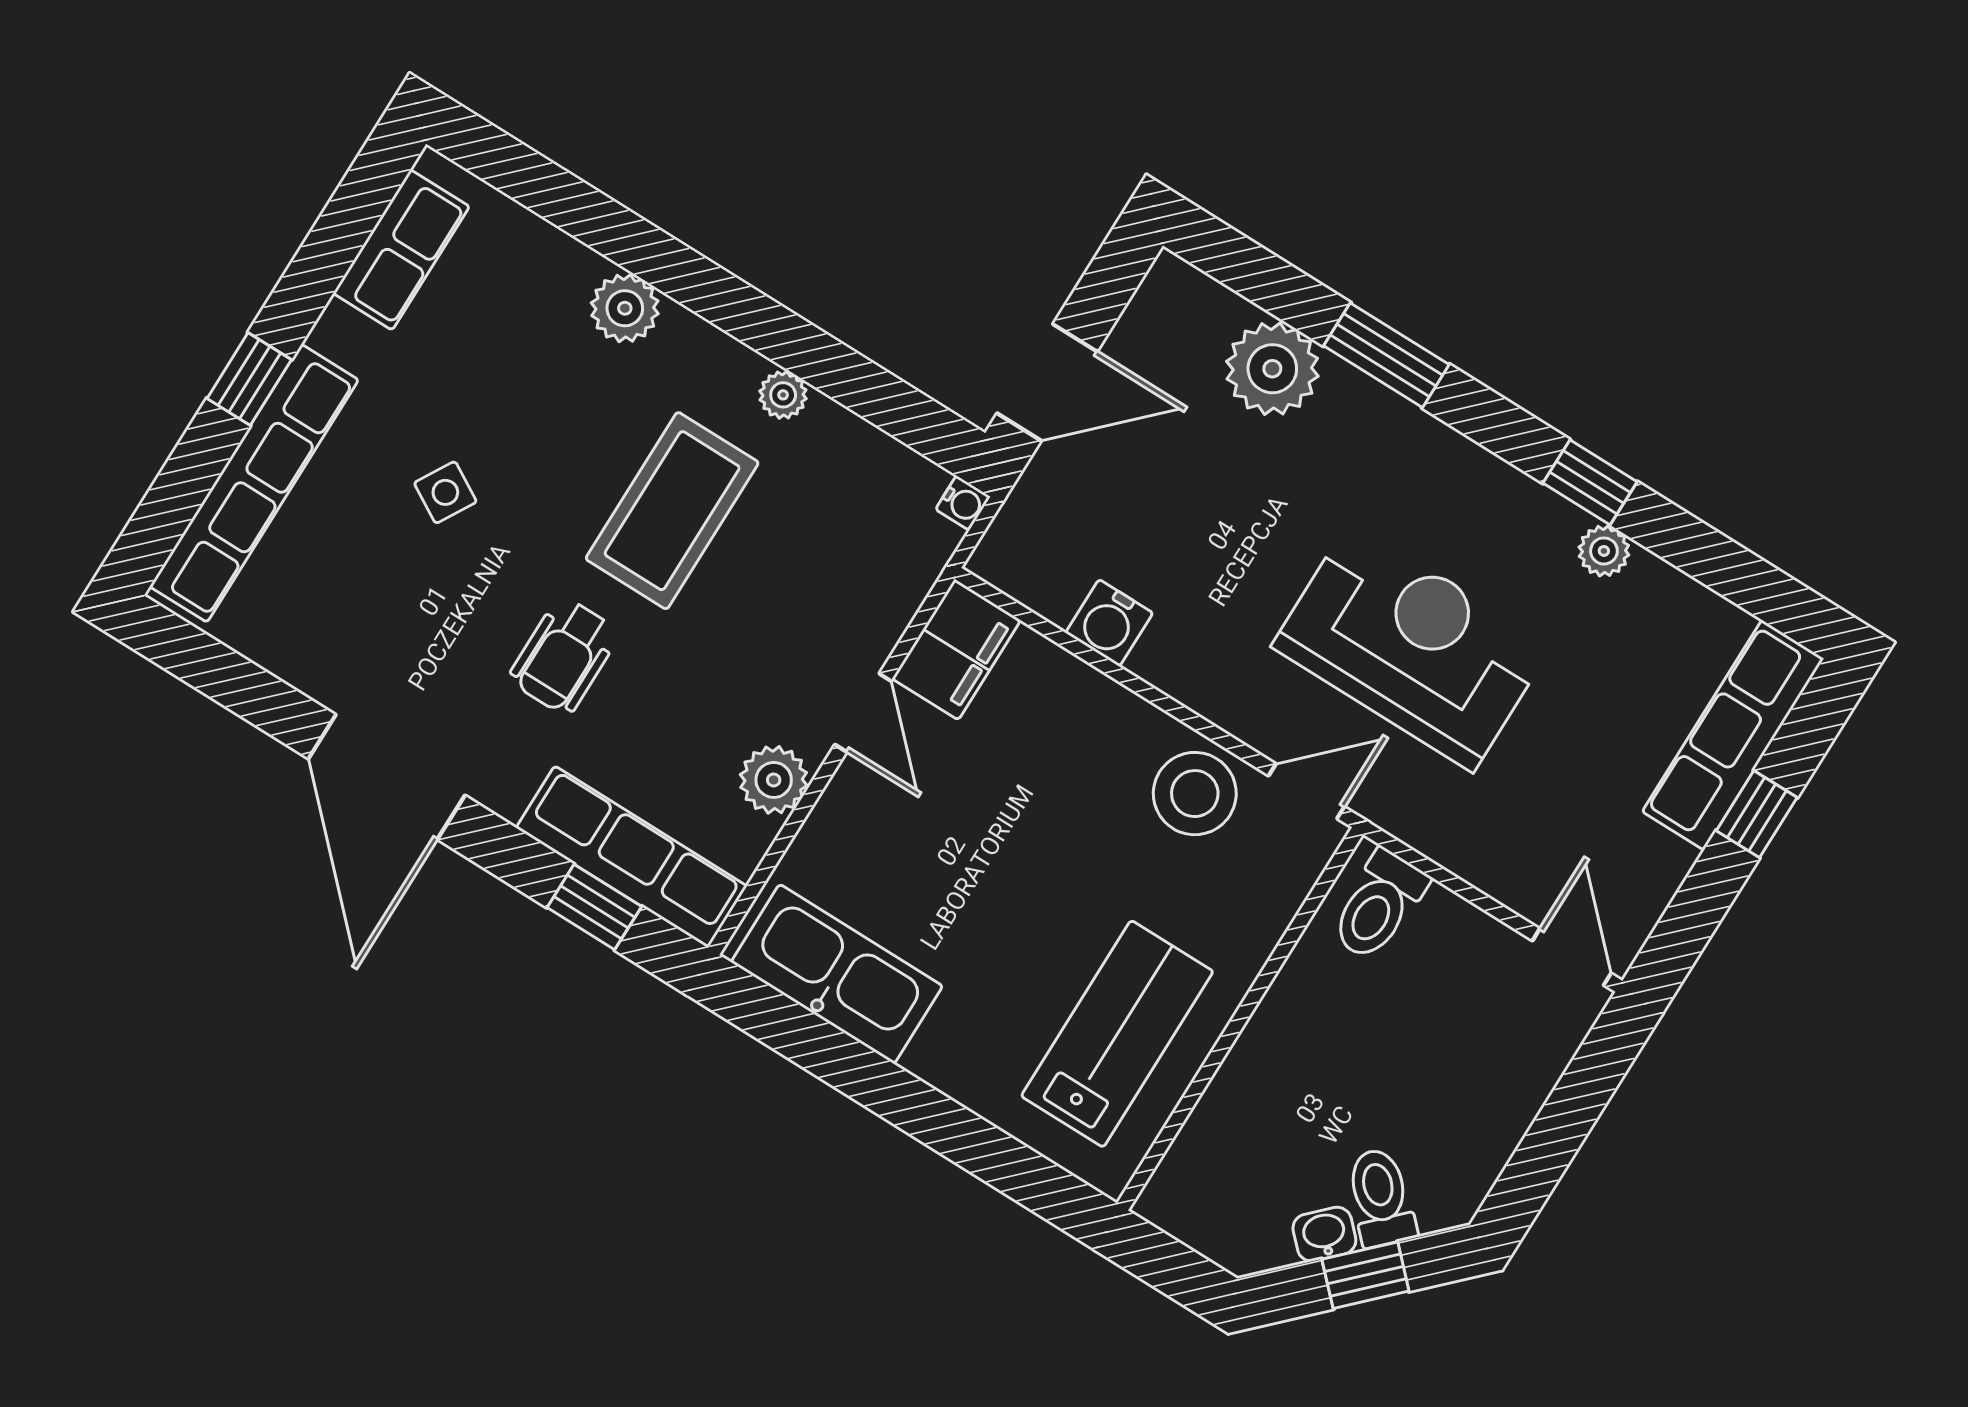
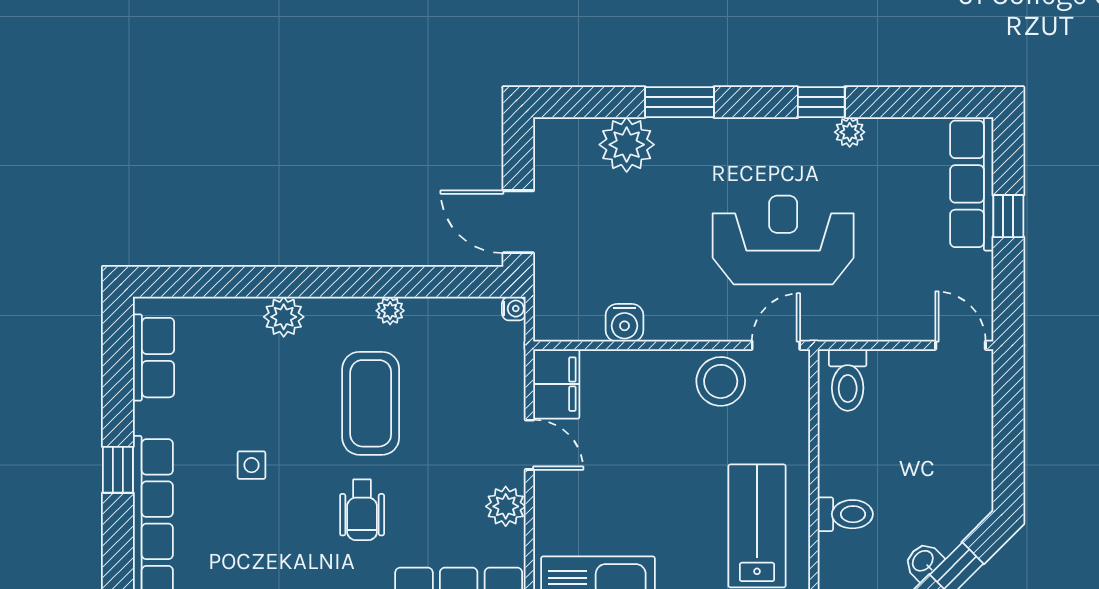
door: (1047, 382) -> (518, 222), swing flipped
side table: (445, 492) -> (251, 465), turned -30
toilet: (1381, 1197) -> (845, 514), moved, turned 135

